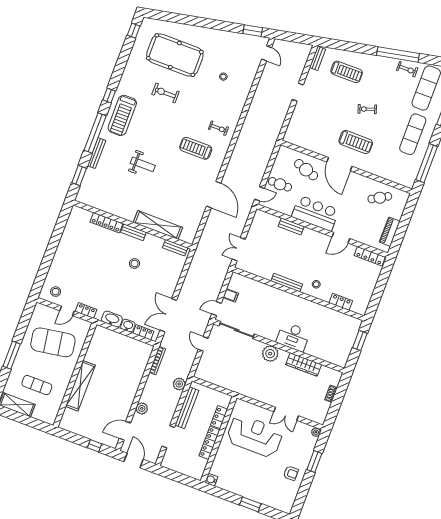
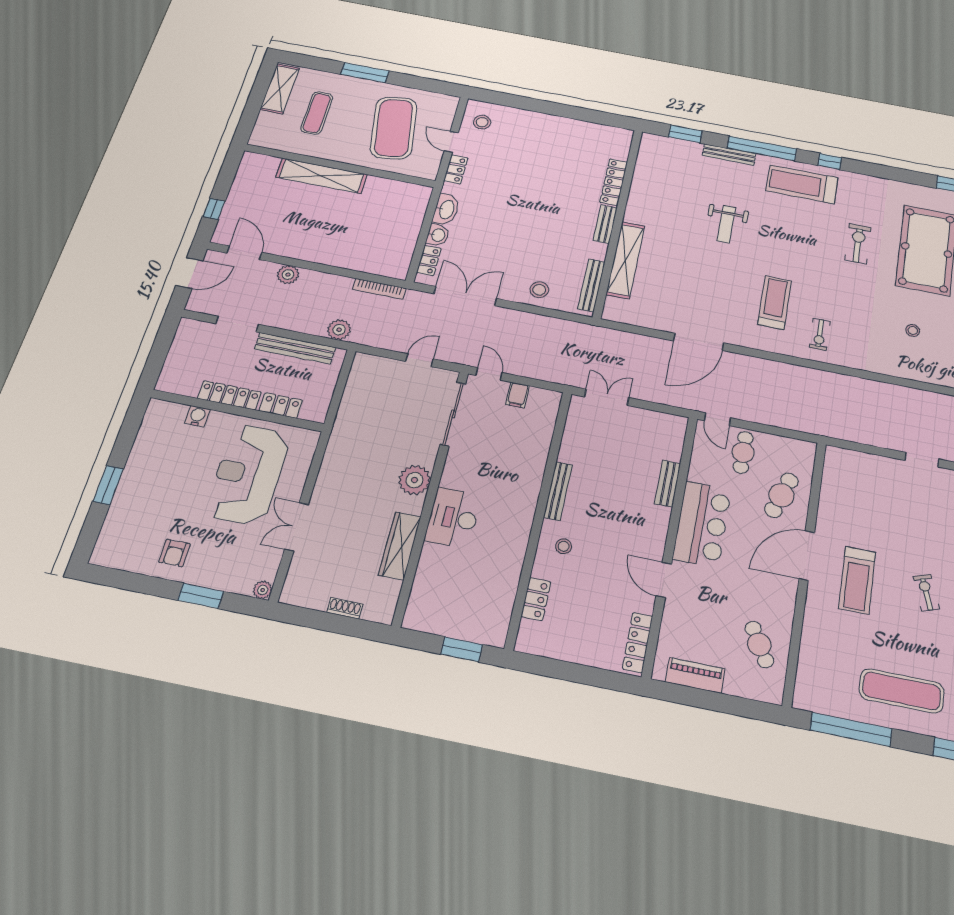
bench: (175, 248) -> (591, 285), width x1.36
stool: (135, 263) -> (539, 290), moved
reception desk: (255, 436) -> (248, 474), turned 180
water cooler: (211, 480) -> (197, 416), moved

